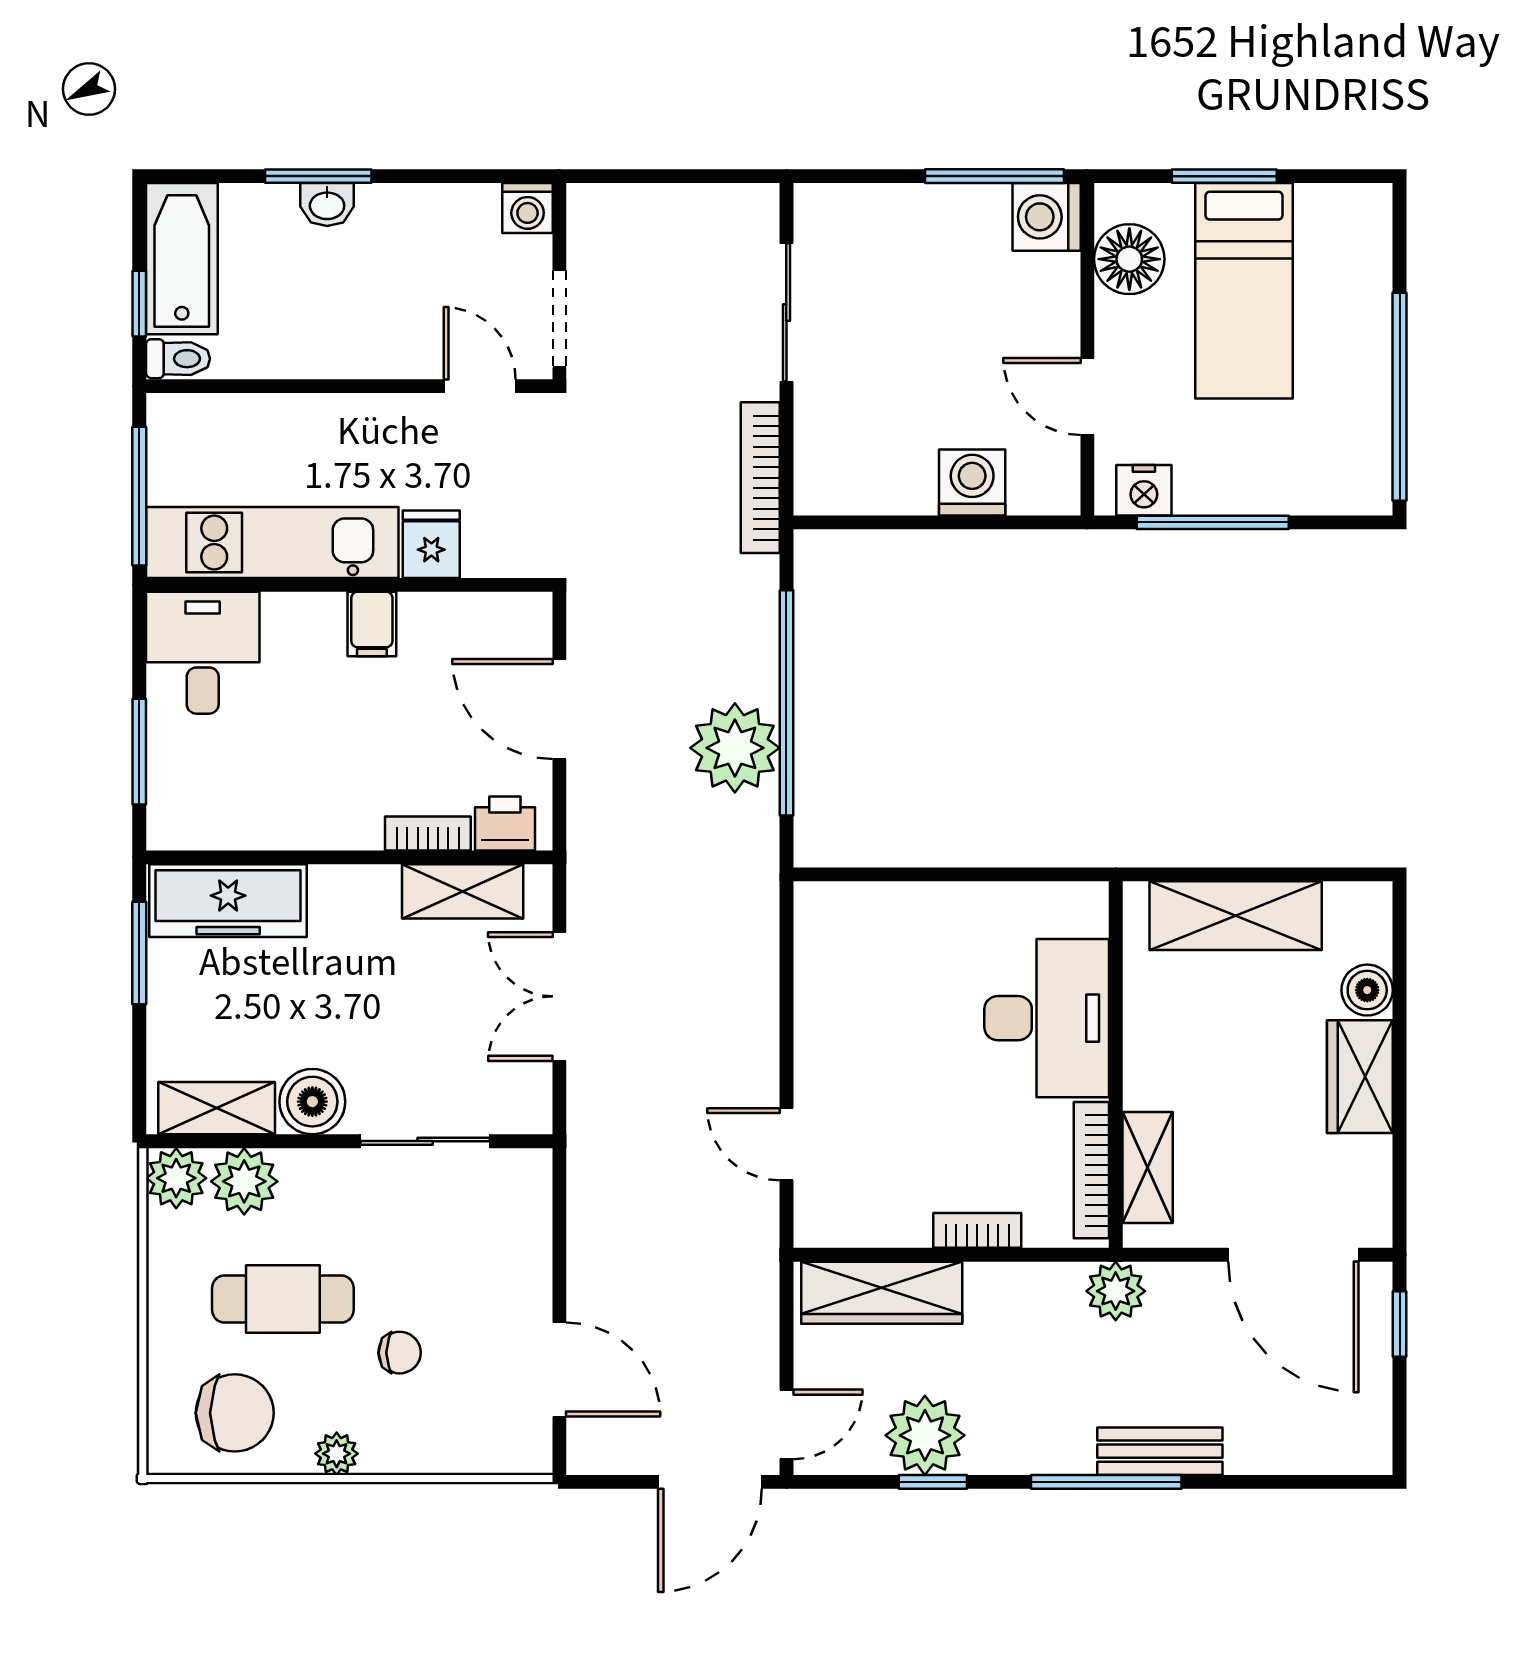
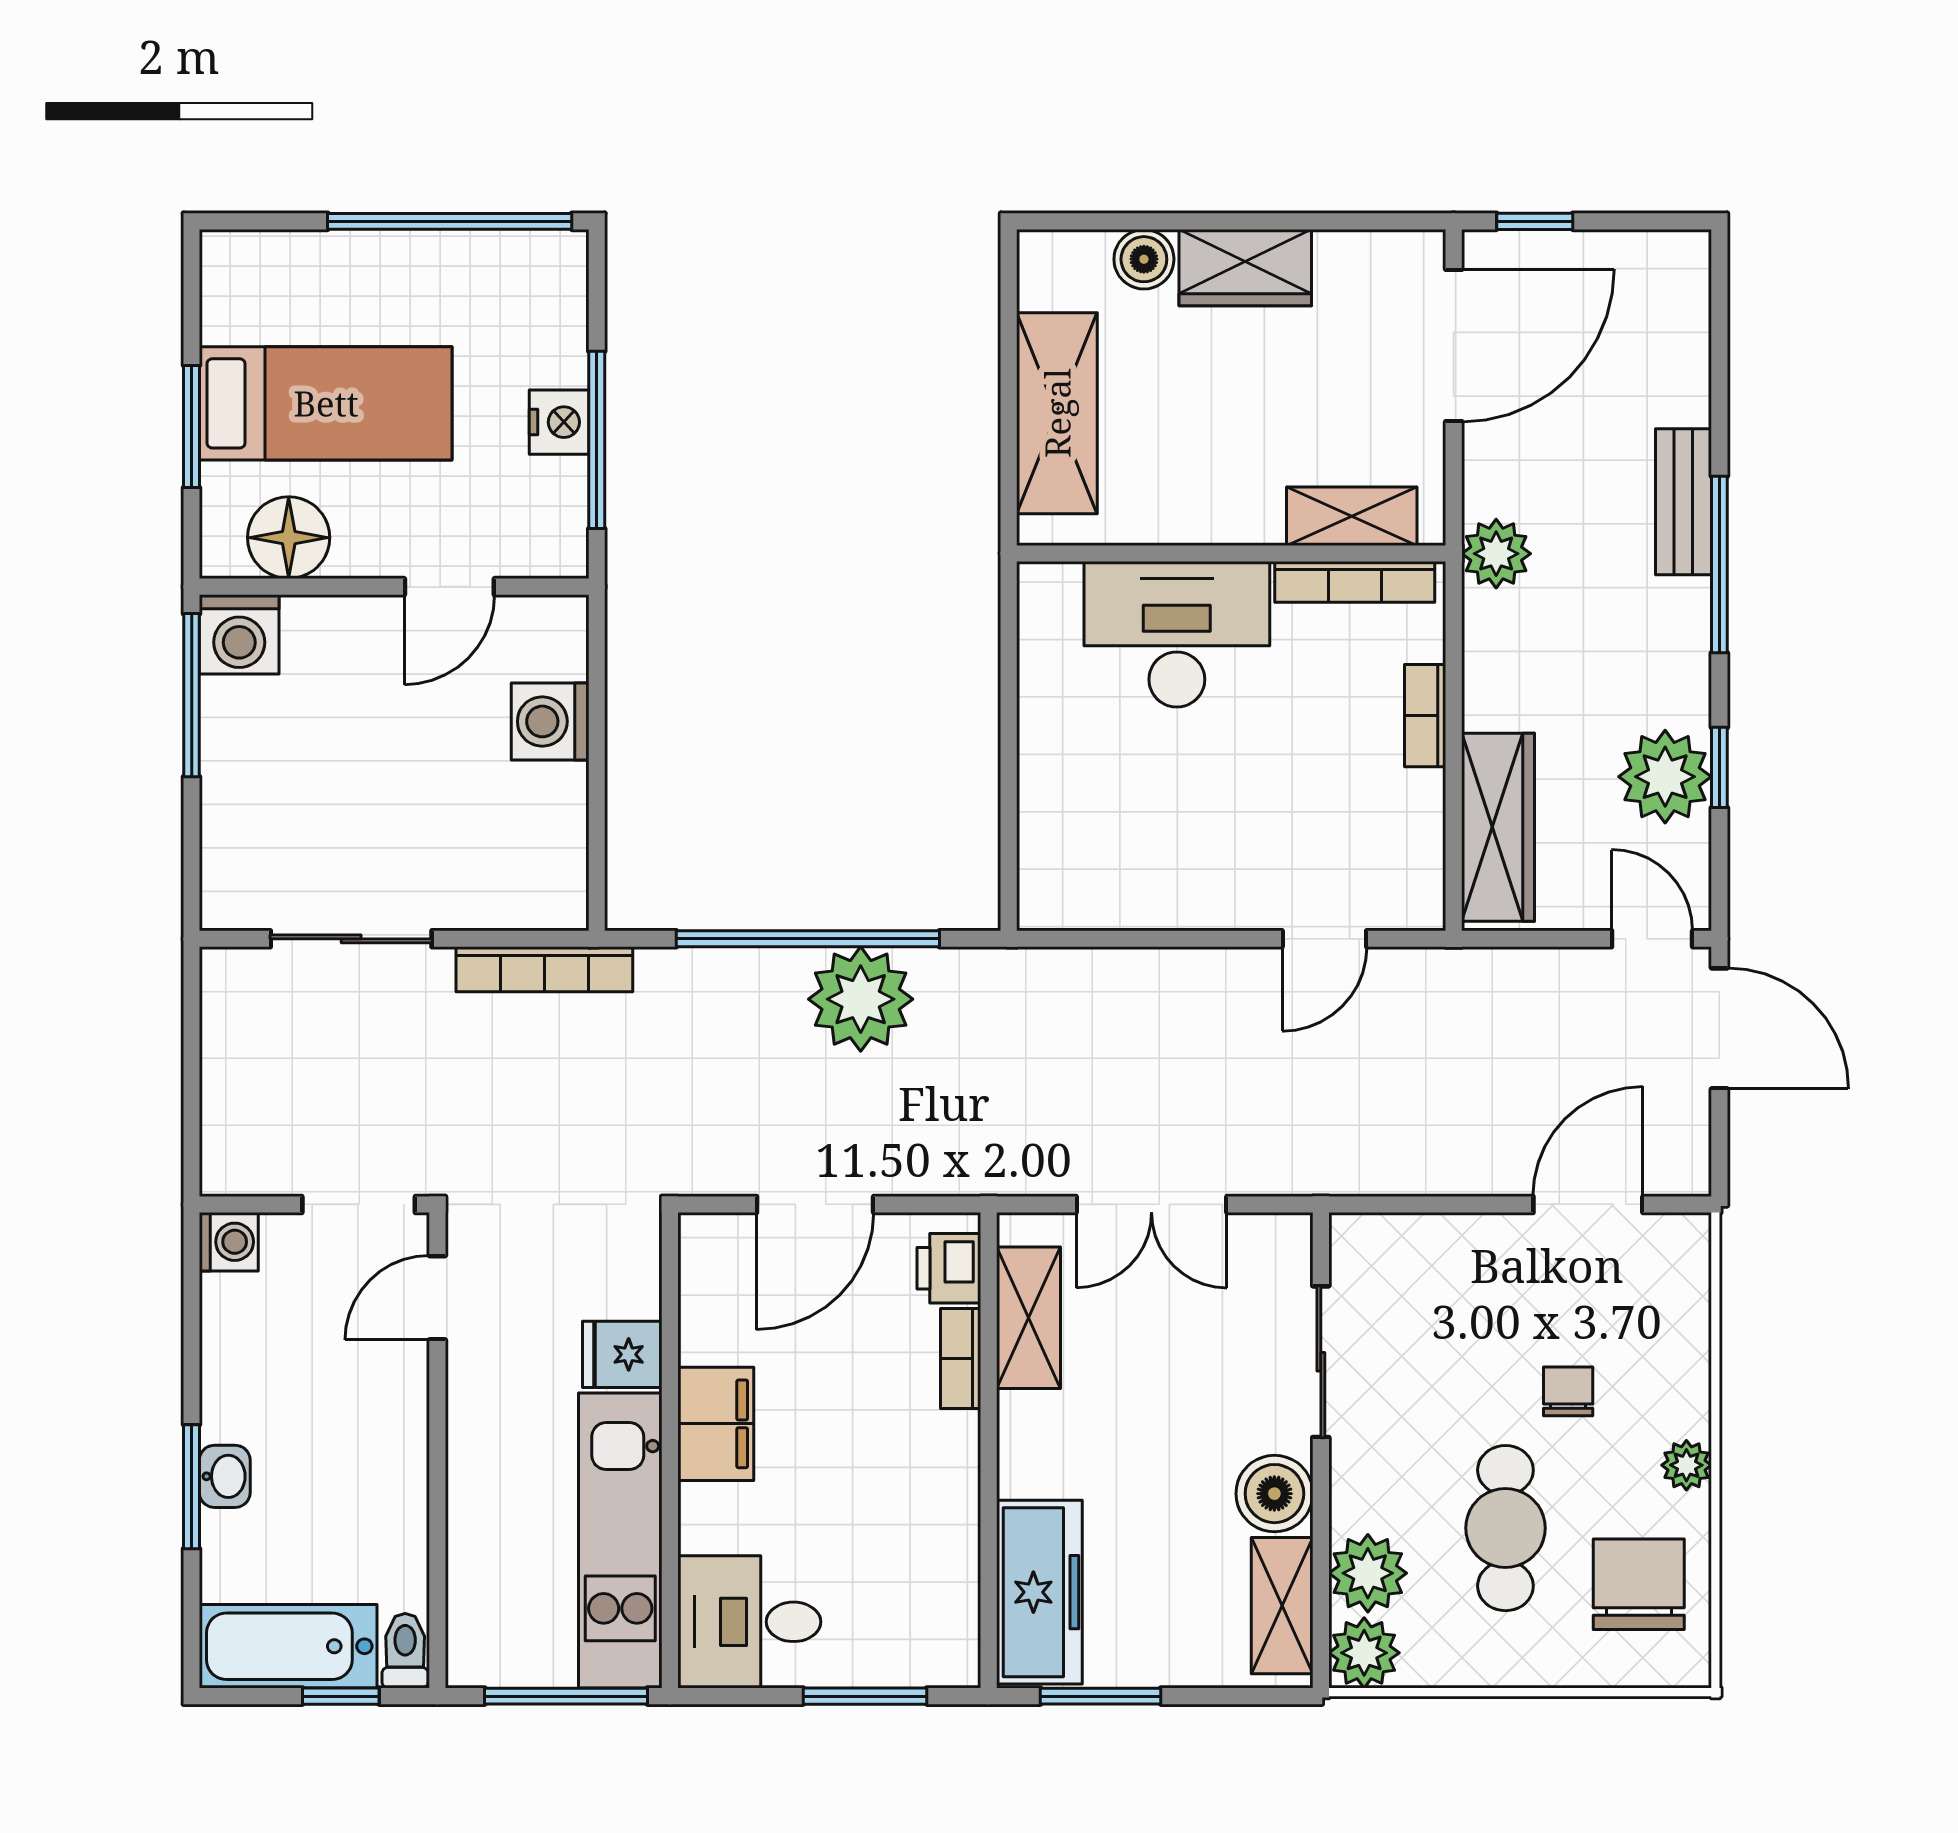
nightstand: (1144, 490) -> (559, 422), moved
filing cabinet: (372, 624) -> (716, 1424), width x2.00

